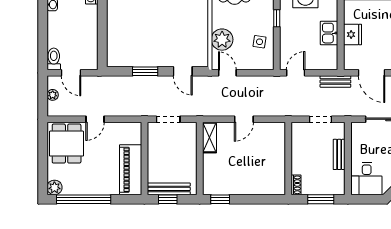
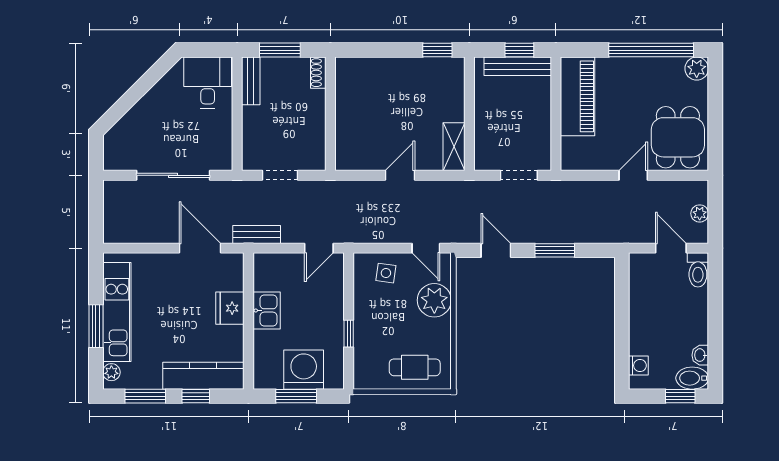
side table: (259, 42) -> (386, 273), moved
bench: (339, 154) -> (251, 81), moved

